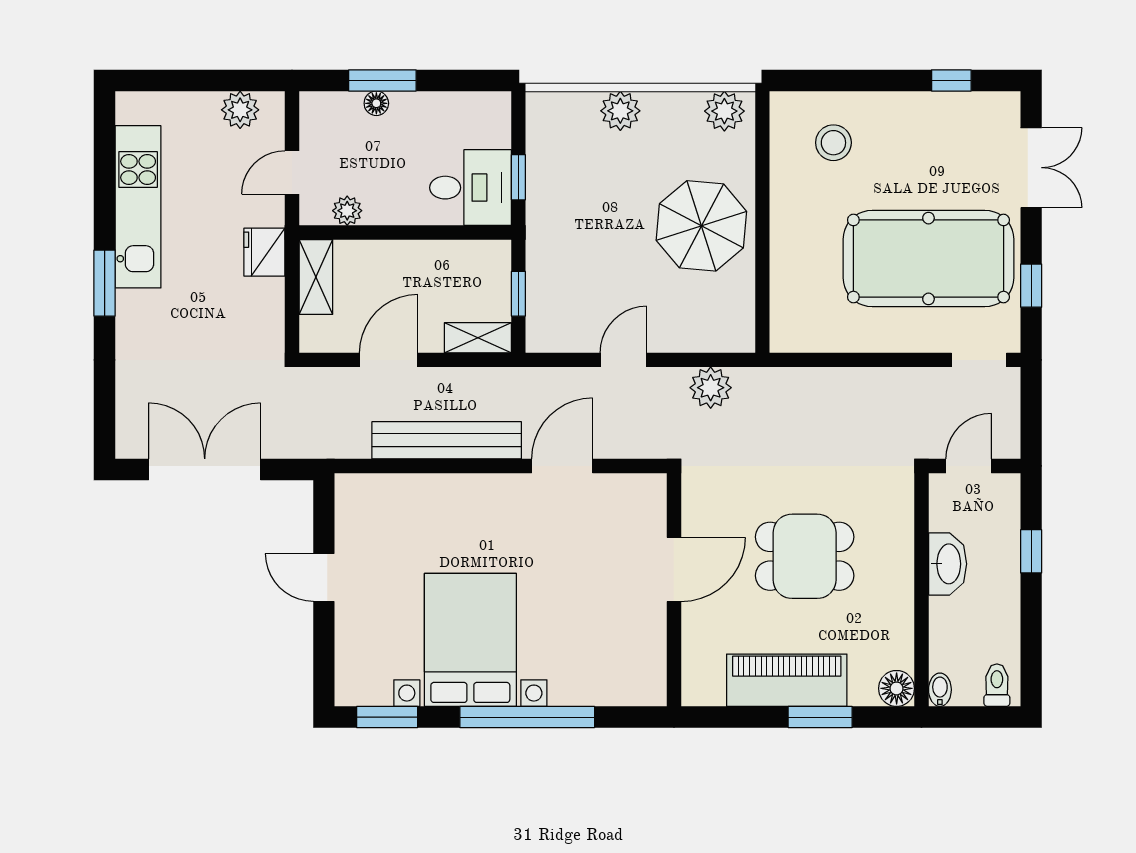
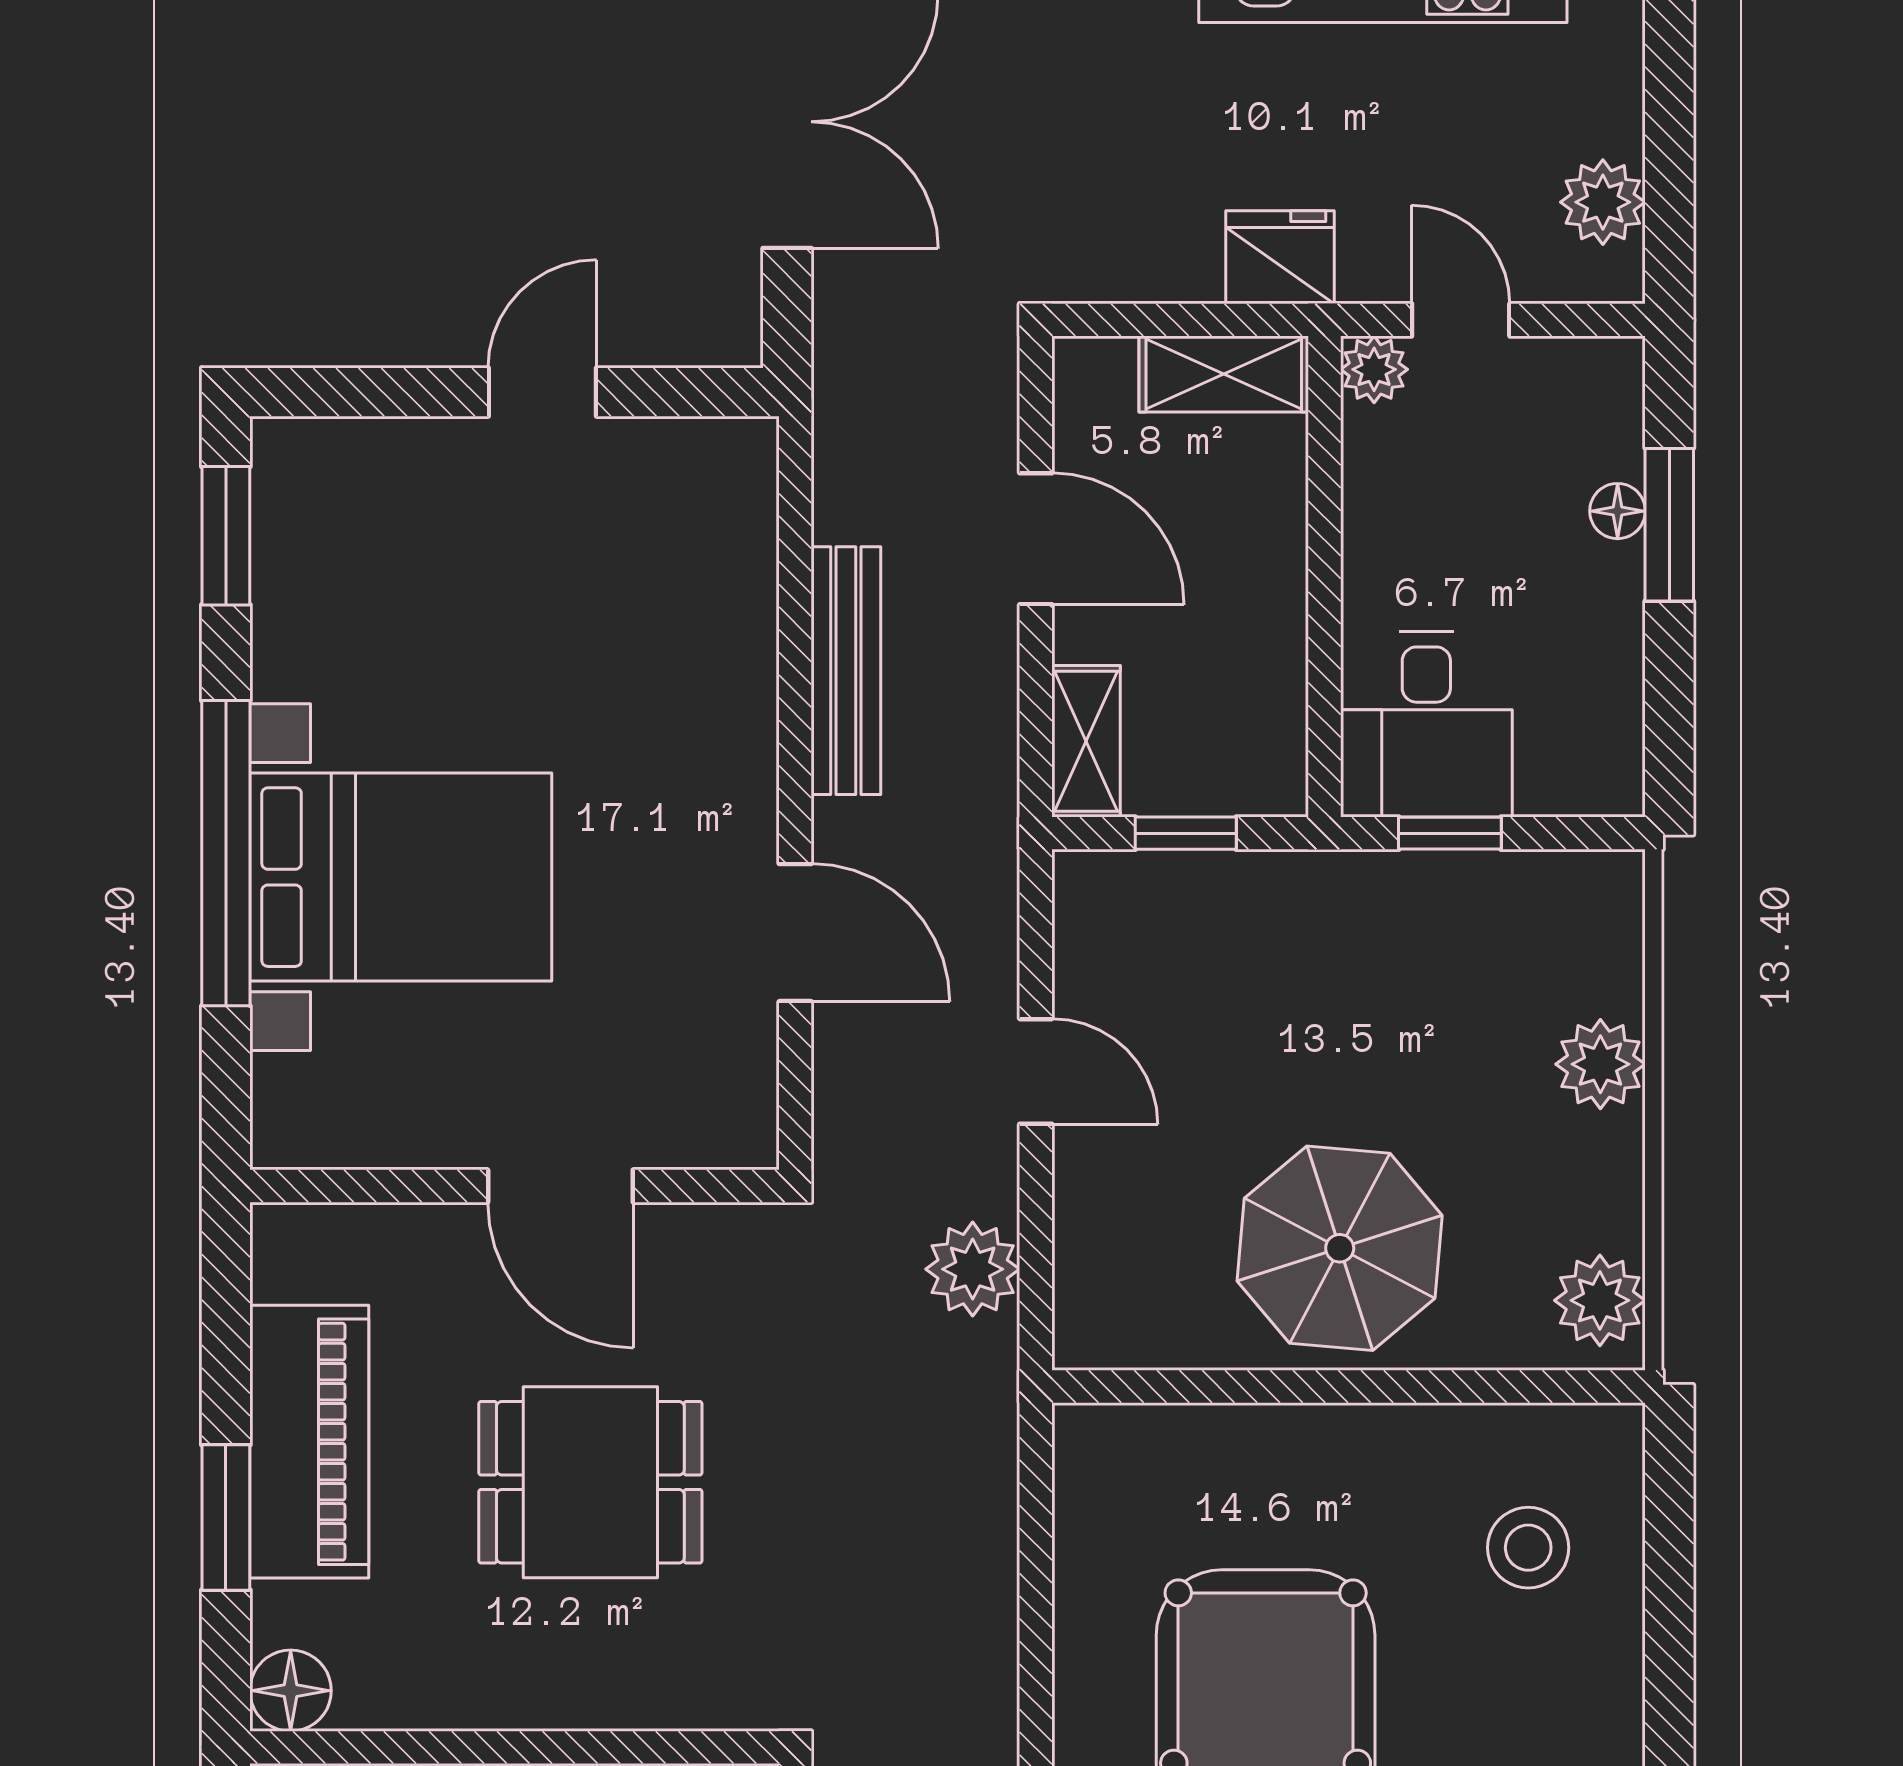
plant: (347, 211) -> (1374, 369), moved
bench: (447, 440) -> (846, 671), width x0.73, depth x0.82
dining table: (805, 556) -> (590, 1482), turned 90
bed with nightstands: (470, 640) -> (401, 877), moved

